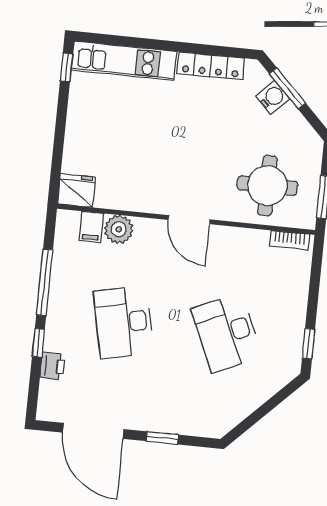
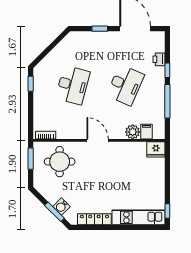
desk: (123, 322) -> (125, 85), turned 36
desk: (227, 333) -> (73, 85), turned 39

